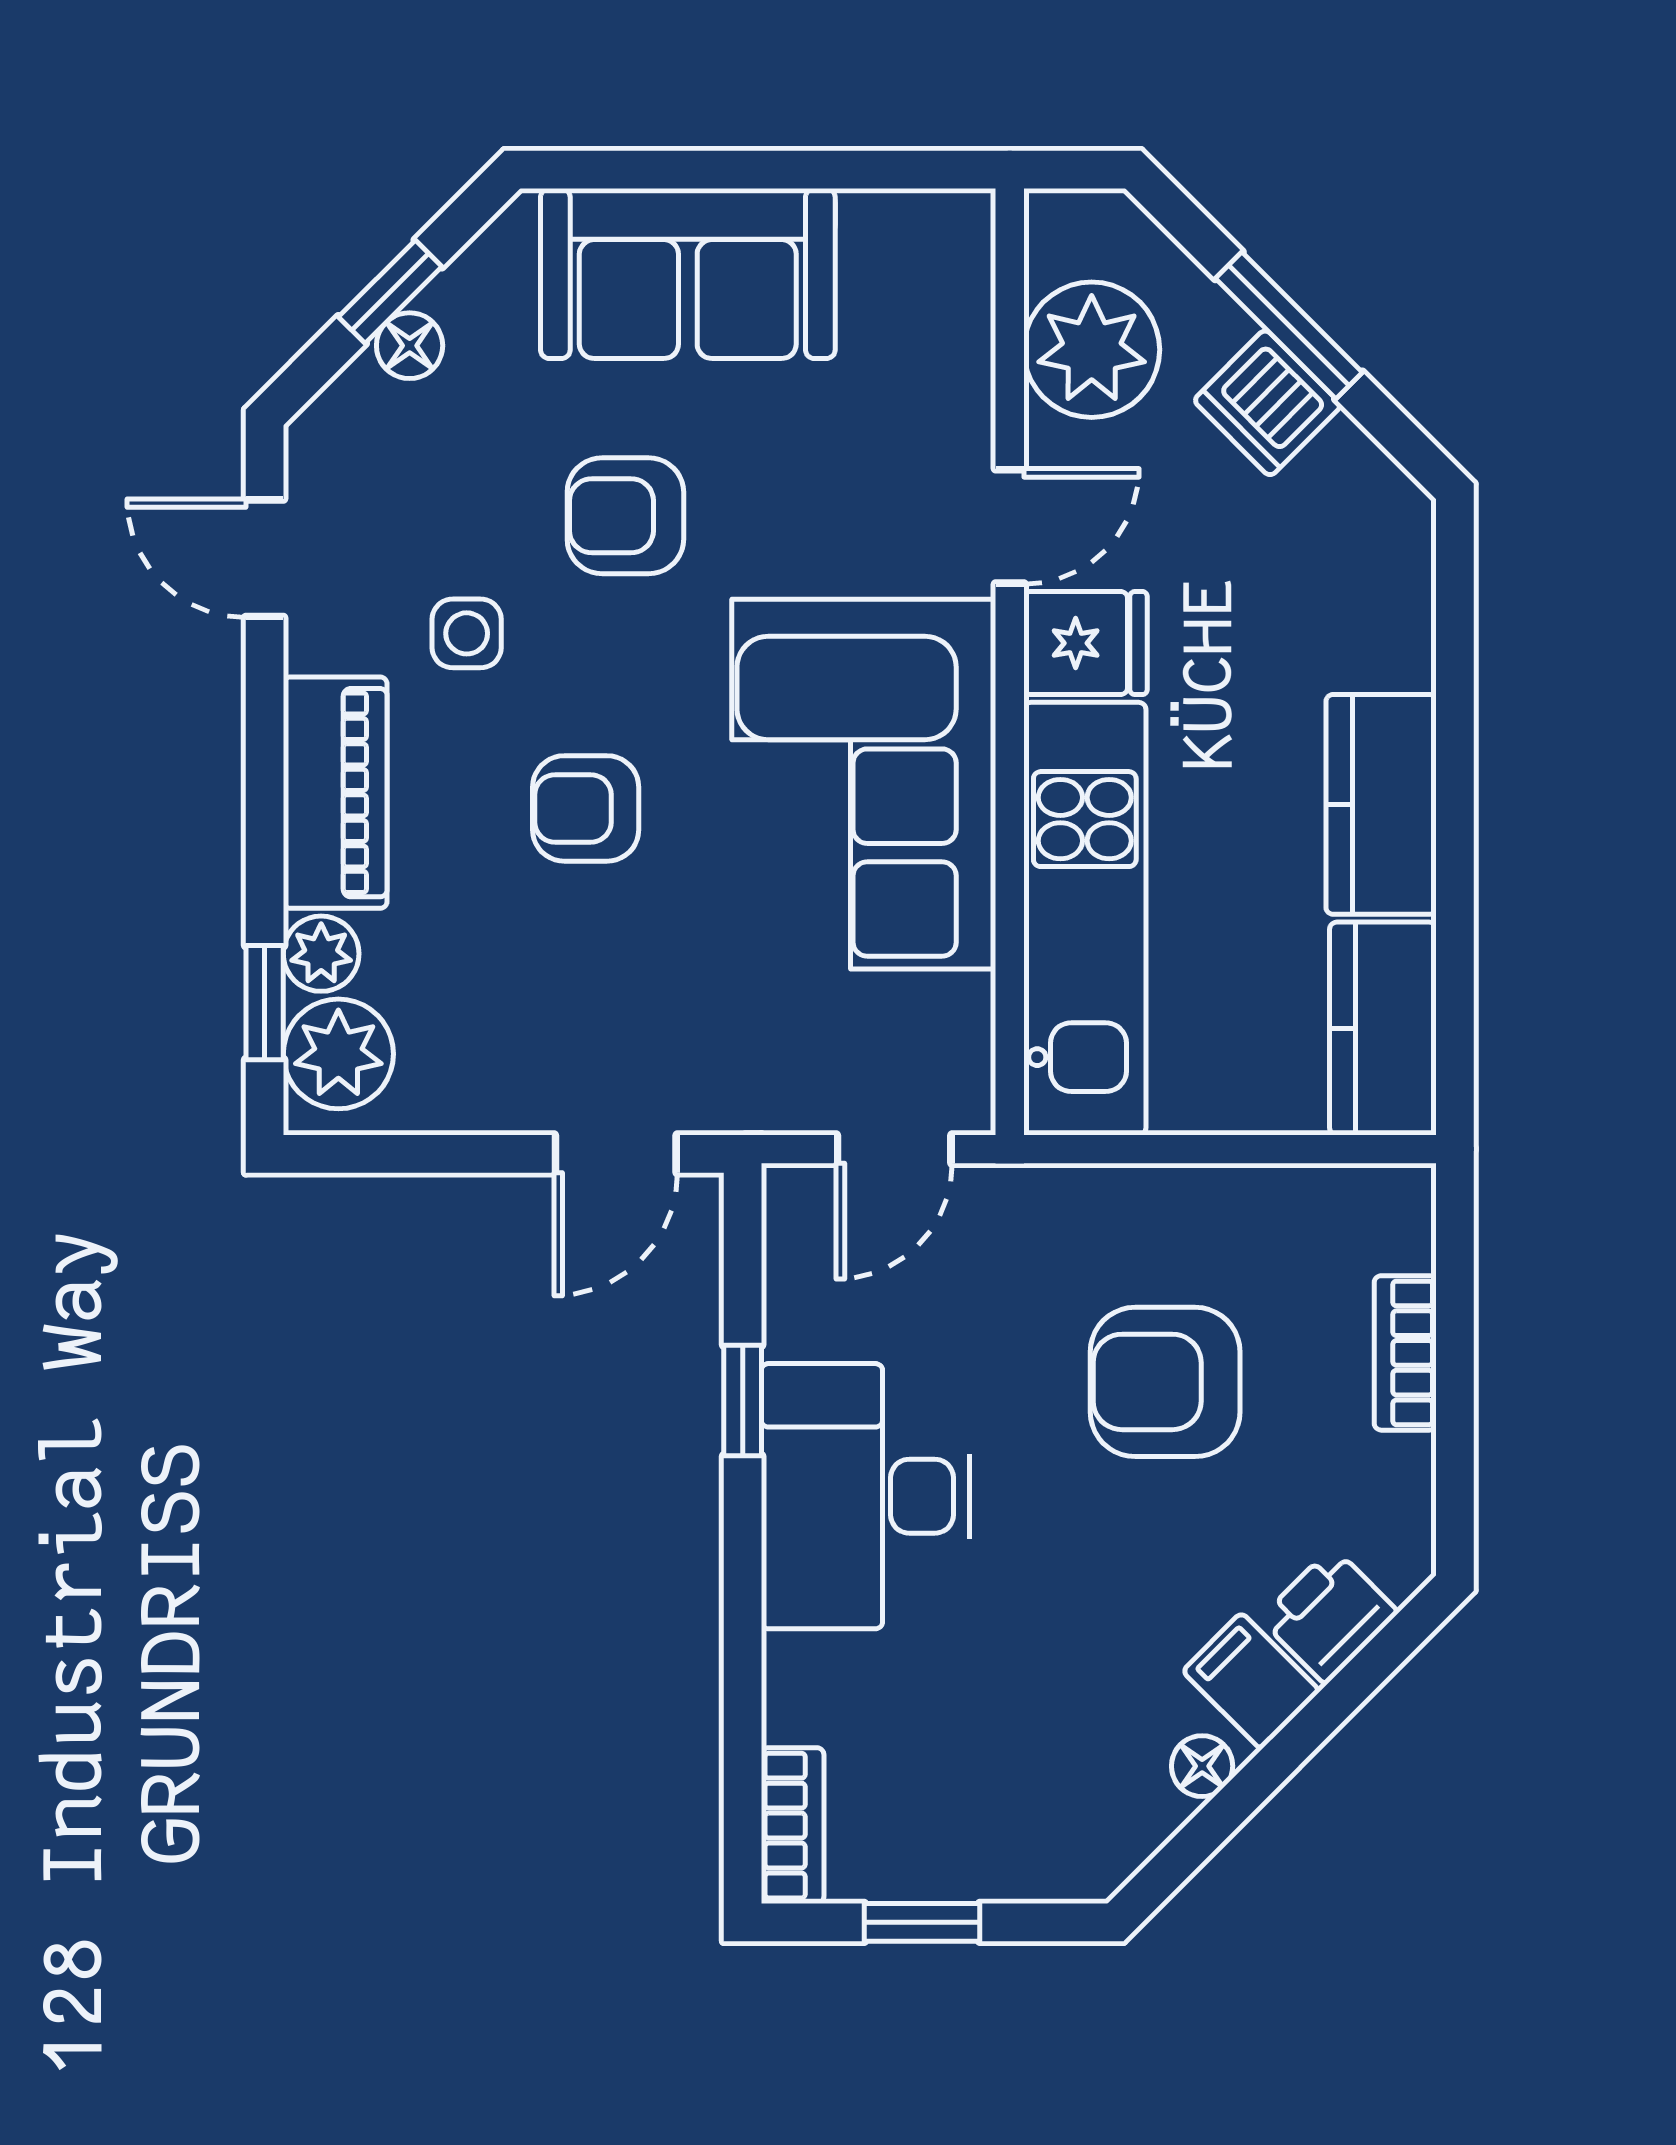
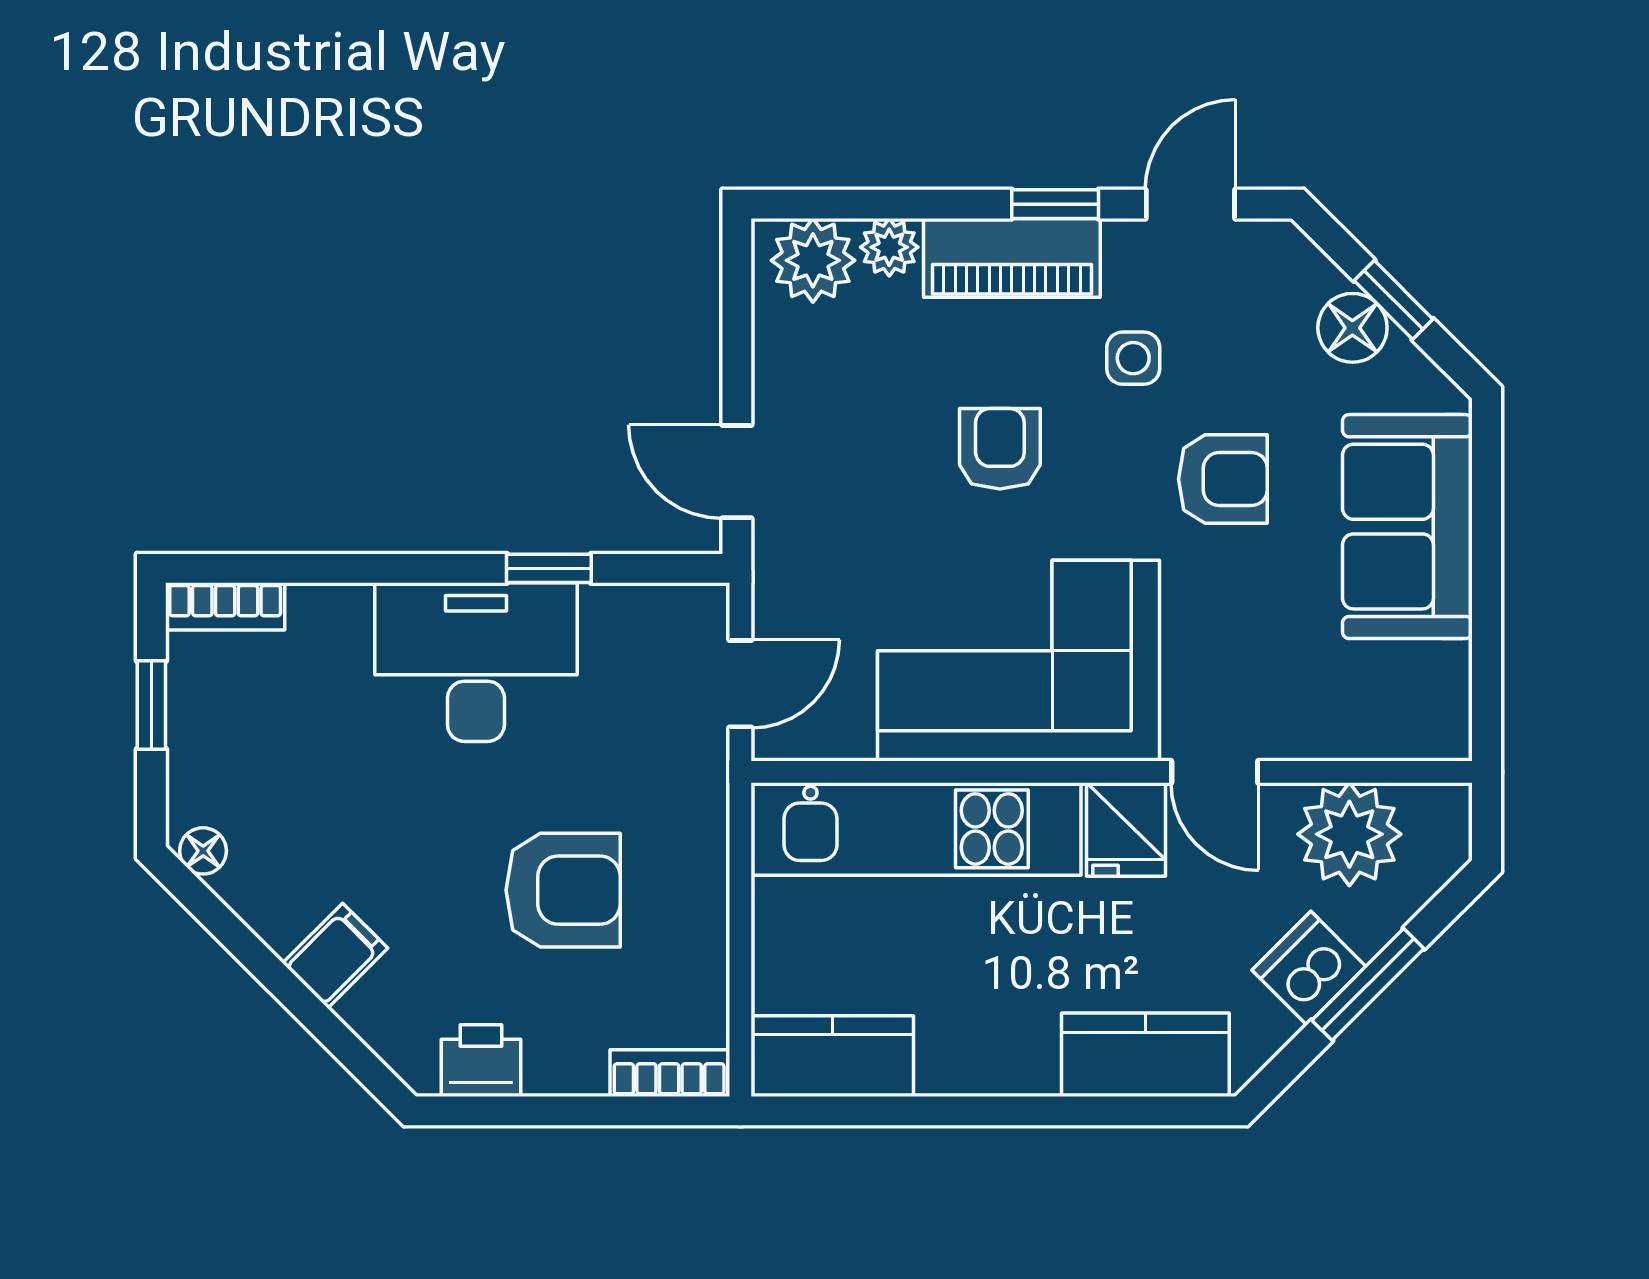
floor lamp: (410, 346) -> (1352, 328), width x1.37, depth x1.37
armchair: (625, 516) -> (1223, 479), turned 90
kitchen counter: (1381, 804) -> (1145, 1055), moved
window: (265, 1003) -> (1055, 204), moved
door: (894, 1149) -> (740, 684), swing flipped
bookcase: (1405, 1353) -> (669, 1073), moved
armchair: (1165, 1382) -> (563, 890), turned 90
printer: (1329, 1615) -> (481, 1061), moved, turned -45
floor lamp: (1202, 1766) -> (203, 851), moved

